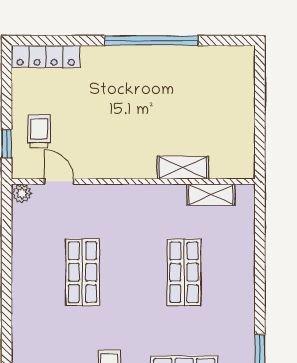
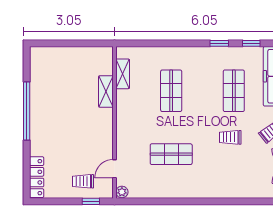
shop shelf: (184, 272) -> (171, 91), turned 90

